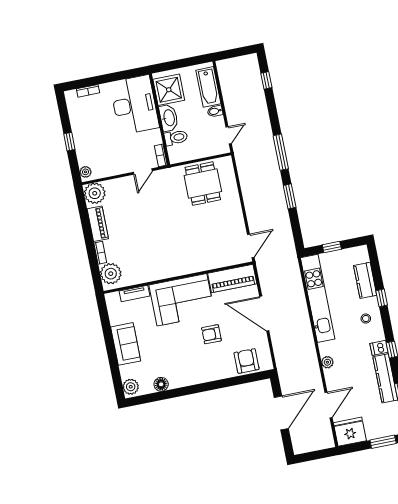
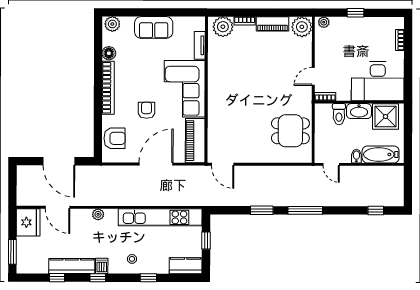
door: (143, 171) -> (313, 76), hinge flipped
kitchen counter: (365, 280) -> (186, 266), moved
bookcase: (196, 378) -> (108, 88), added

